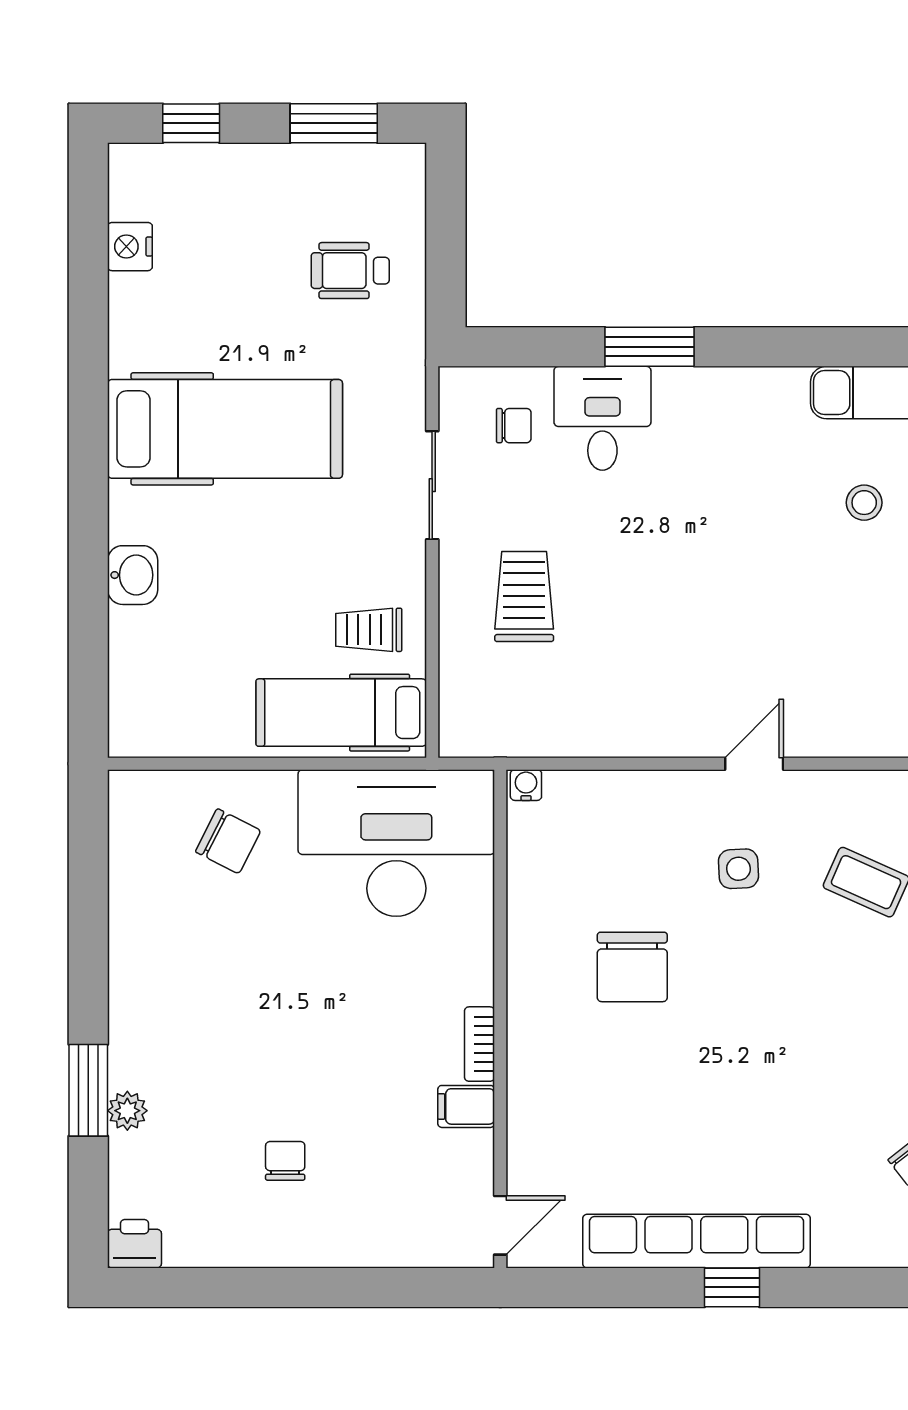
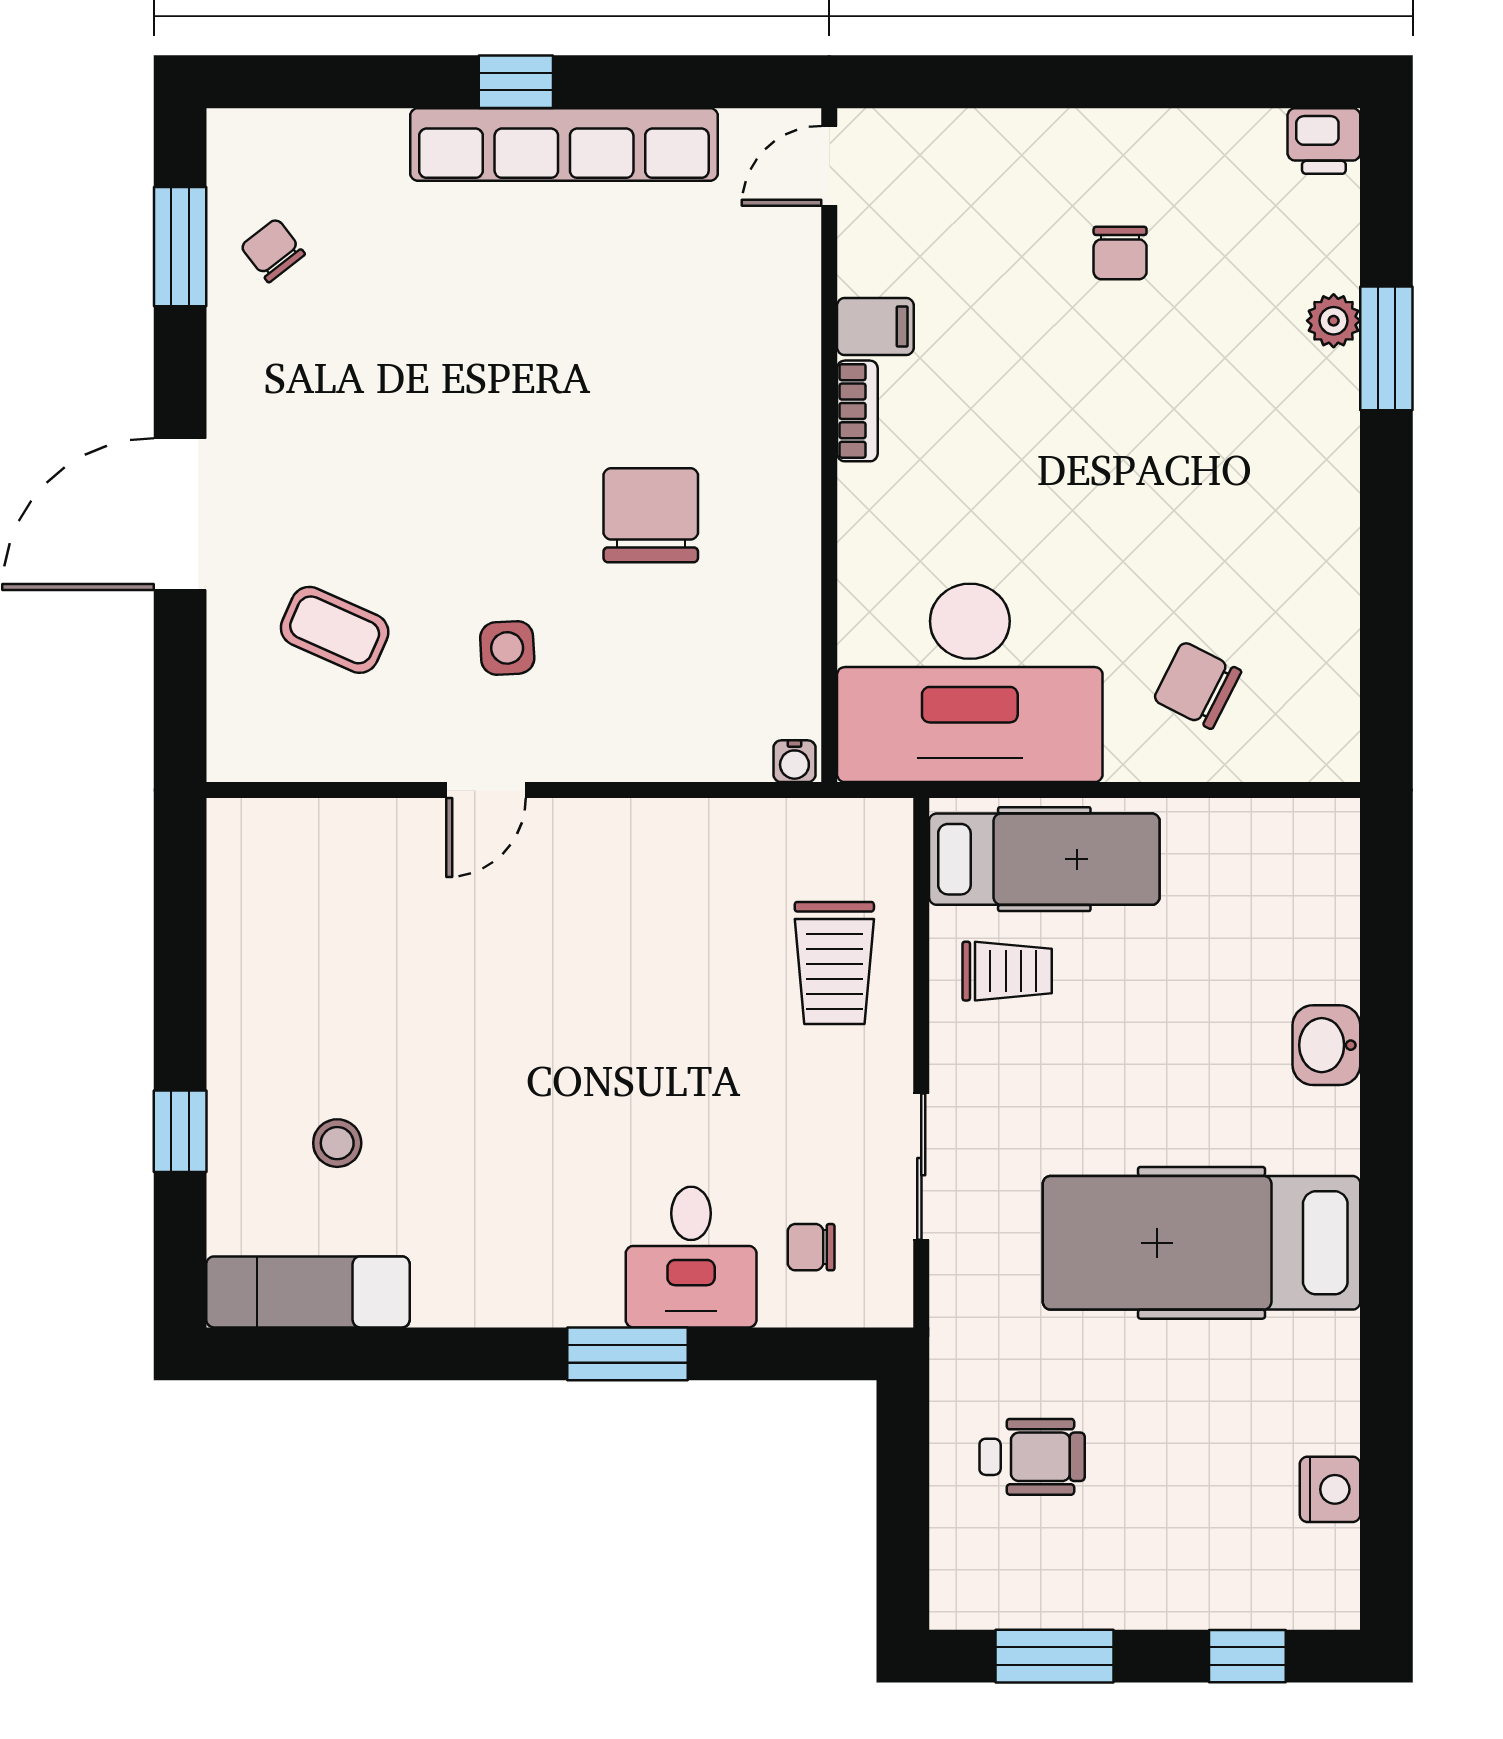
trolley: (524, 596) -> (834, 963), moved

